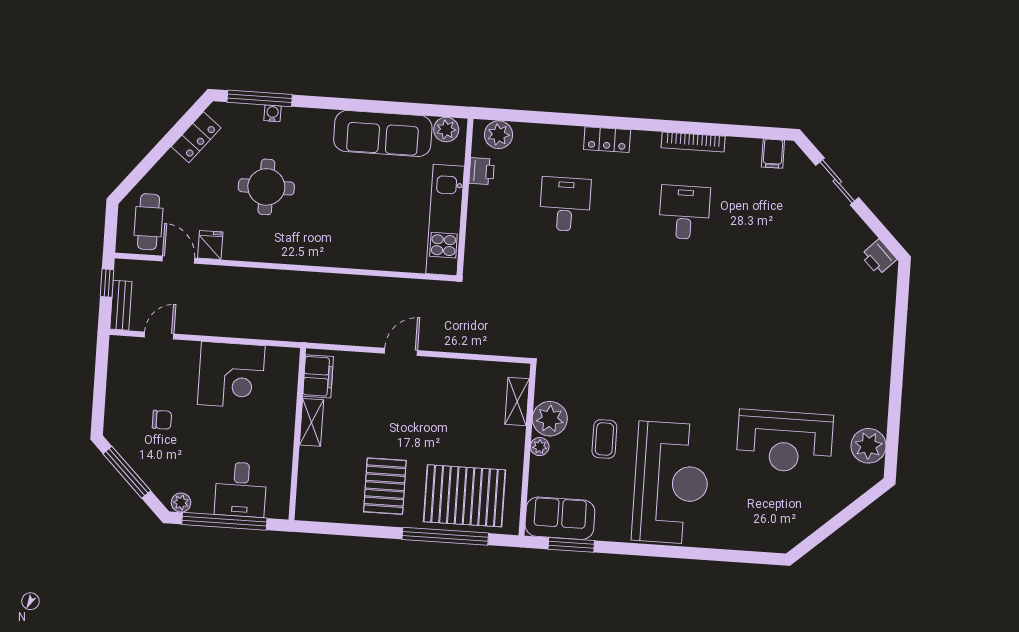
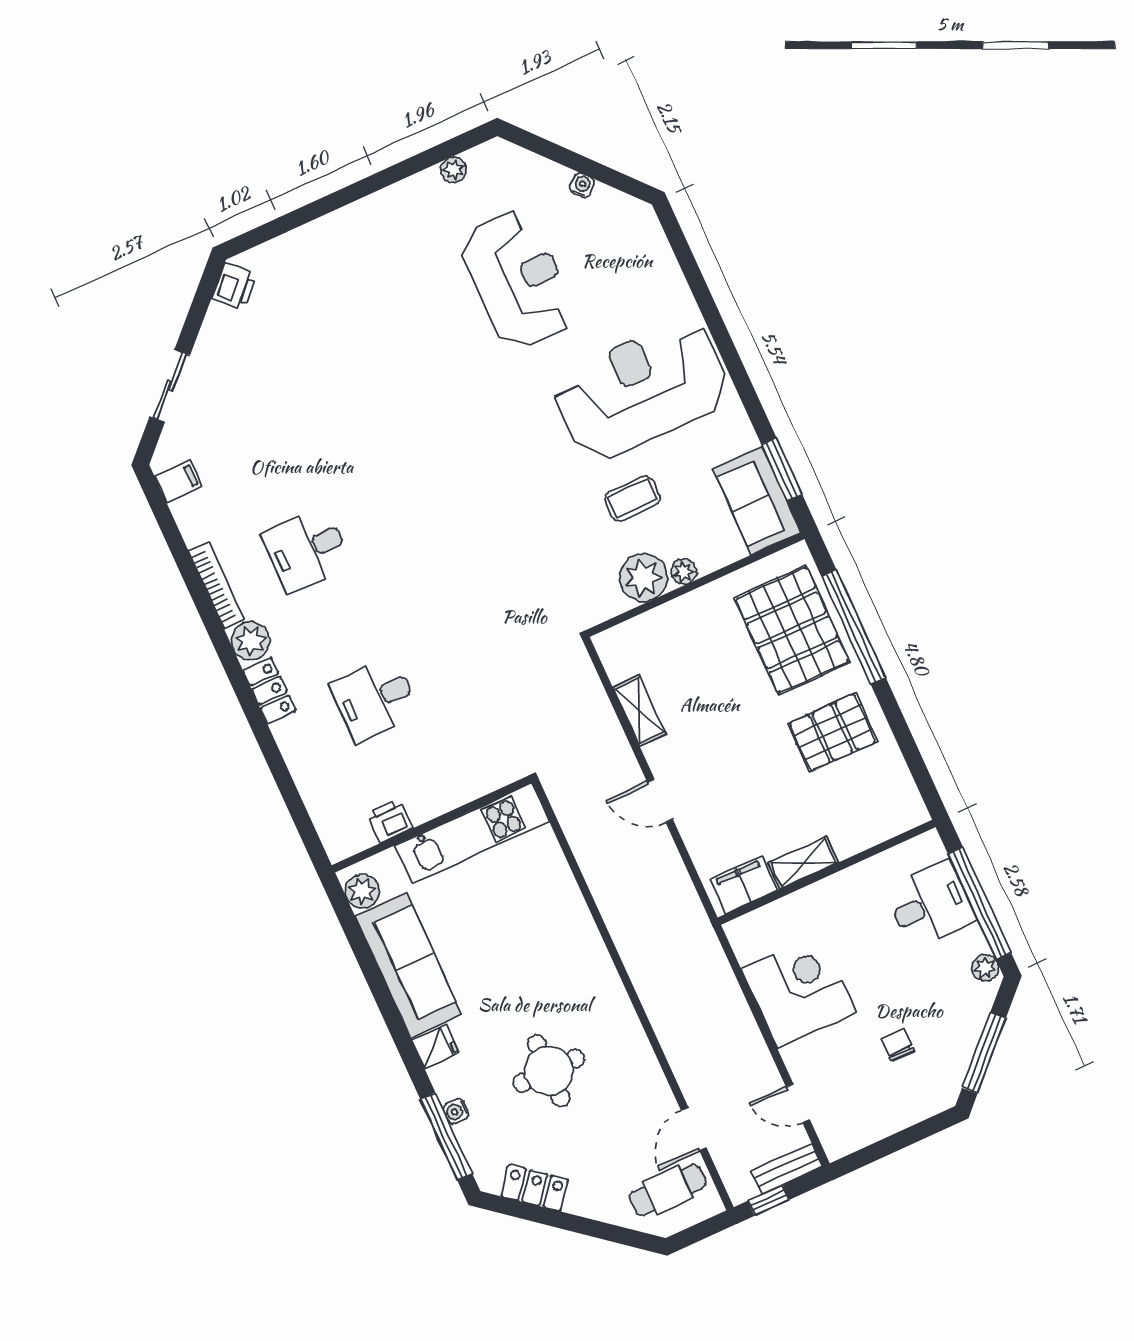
plant: (499, 135) -> (251, 641), moved
fridge: (210, 245) -> (435, 1046), moved, turned 180
shelving: (517, 402) -> (639, 711), moved, turned 90
plant: (869, 446) -> (454, 170), width x0.53, depth x0.53
water cooler: (823, 515) -> (582, 185), added

